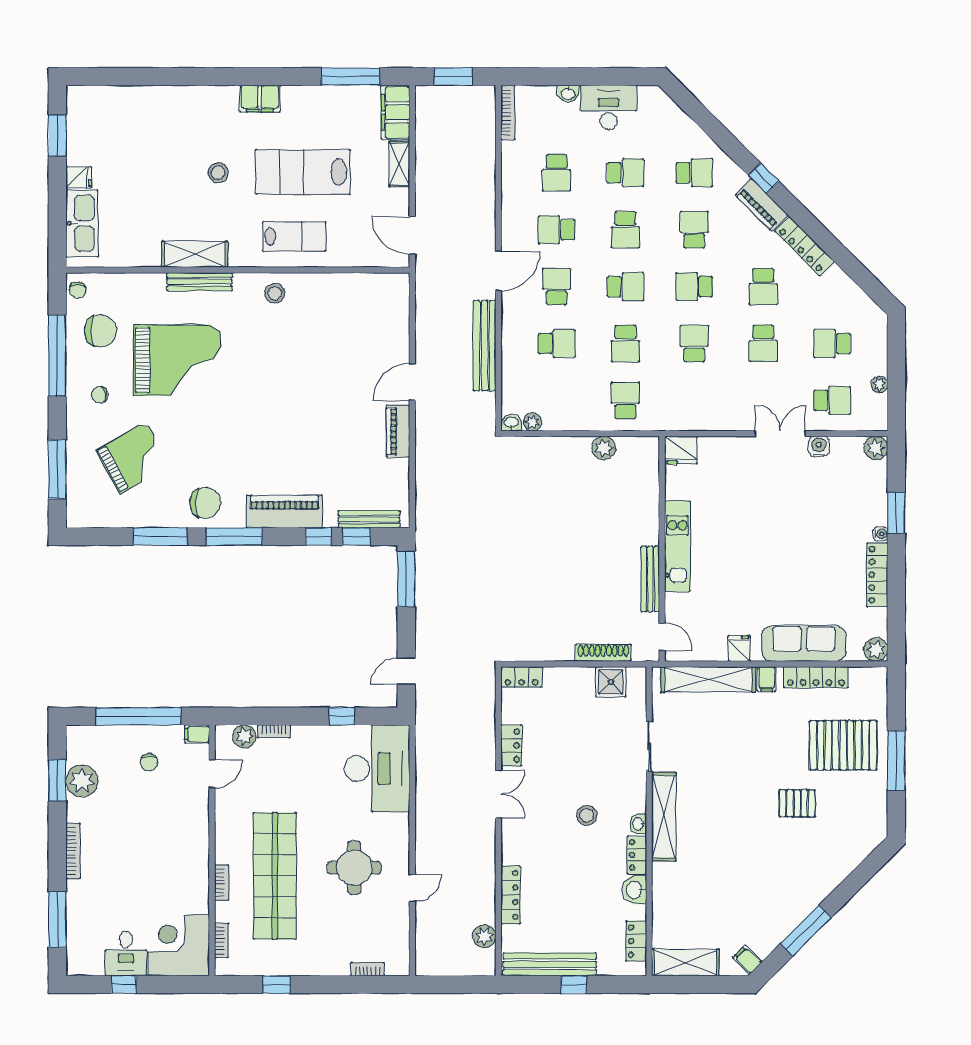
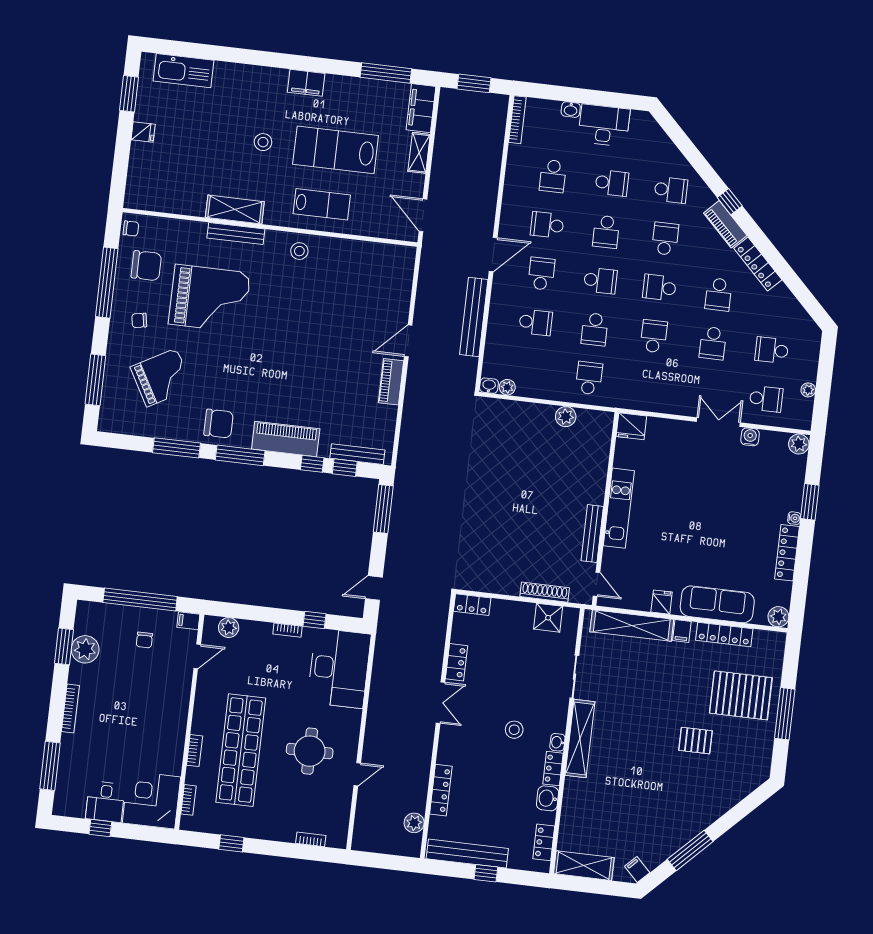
kitchen sink: (82, 223) -> (183, 71), moved, turned 90
chair: (78, 290) -> (131, 229), turned -90
bookcase: (274, 731) -> (287, 630), moved

